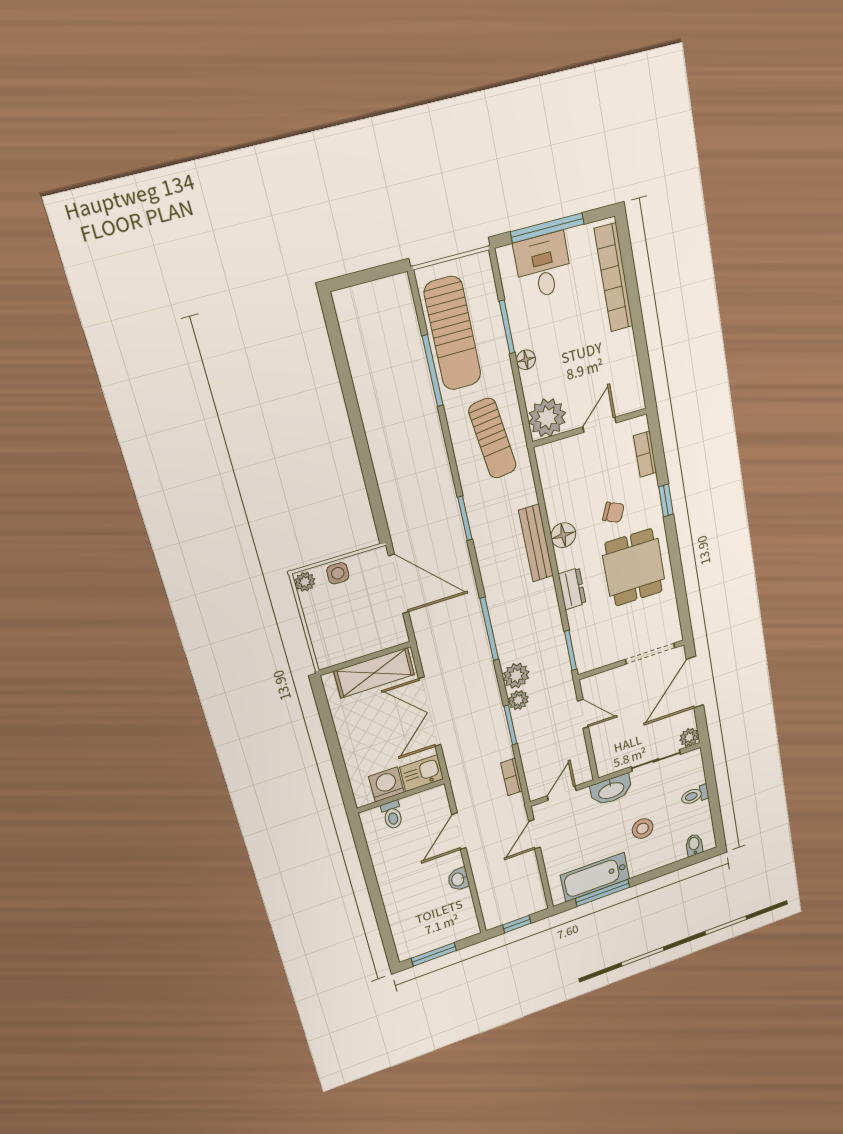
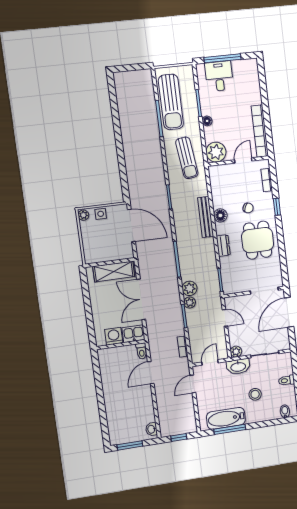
bookcase: (614, 278) -> (260, 131), moved
plant: (689, 737) -> (236, 352), moved
toilet: (392, 815) -> (142, 351), moved
washbasin: (458, 879) -> (151, 429), moved

